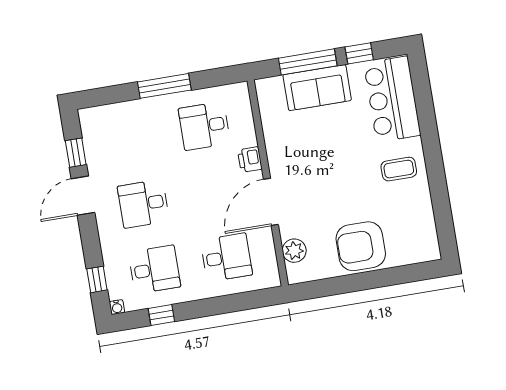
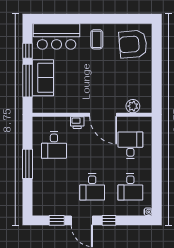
armchair: (361, 246) -> (133, 44), moved, turned 85
desk: (154, 269) -> (130, 187), turned 180
window: (97, 279) -> (109, 220), moved
window: (161, 315) -> (157, 187), removed

